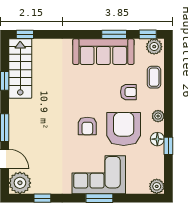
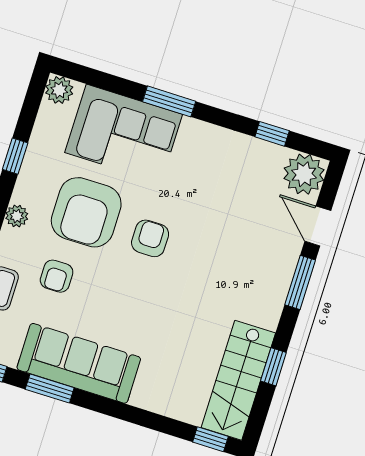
armchair: (128, 92) -> (57, 276), turned -90
floor lamp: (157, 139) -> (31, 175), removed
corner sofa: (99, 175) -> (124, 133), moved

